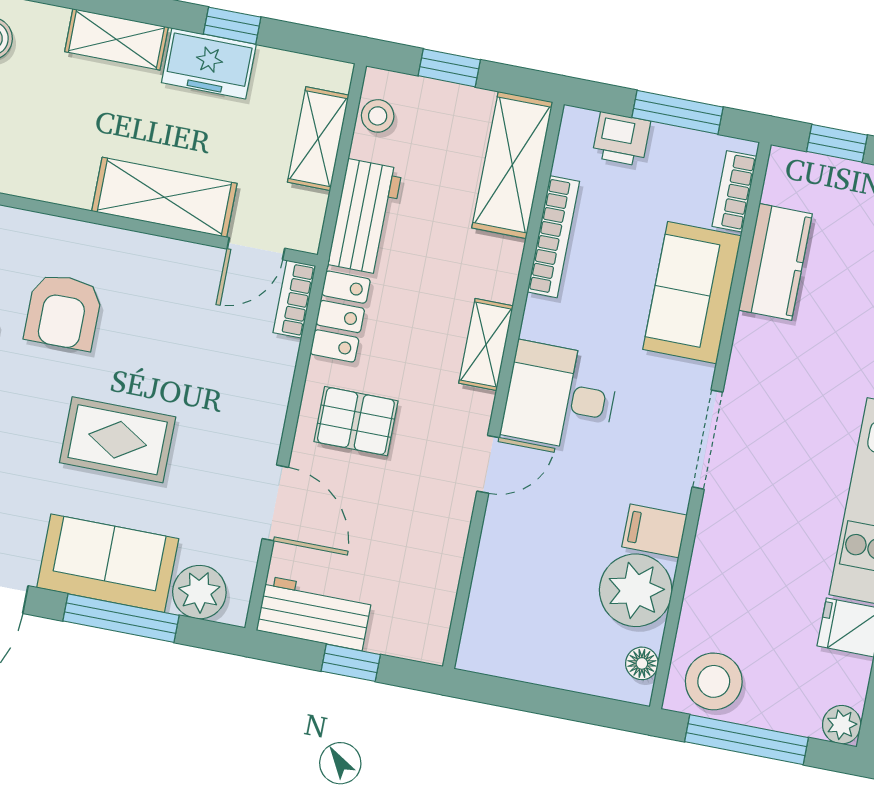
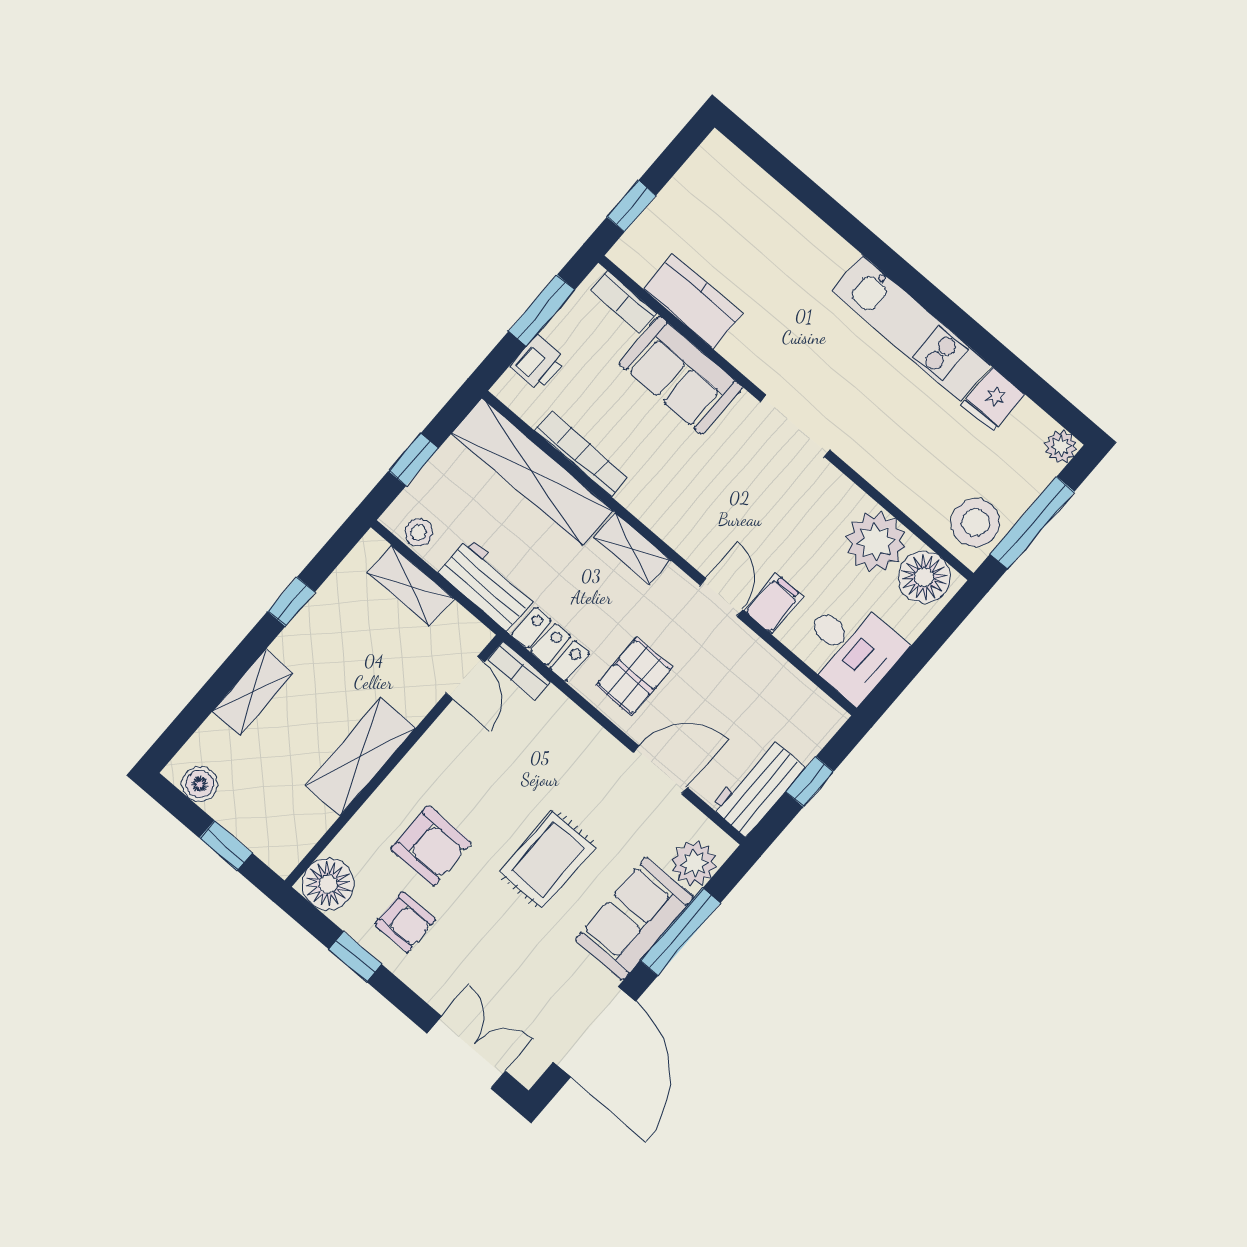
freezer: (209, 64) -> (309, 635), removed
shelving: (512, 165) -> (532, 472), width x1.47
shelving: (164, 197) -> (361, 757), moved
desk: (560, 397) -> (850, 648), moved, turned -90
filing cabinet: (654, 531) -> (774, 604), moved, turned 180
floor lamp: (642, 663) -> (924, 577), width x1.89, depth x1.89

